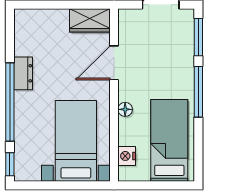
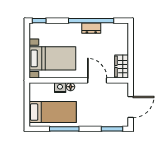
window: (198, 92) -> (64, 129), moved
window: (10, 102) -> (91, 21), moved
nightstand: (127, 156) -> (60, 88), moved

